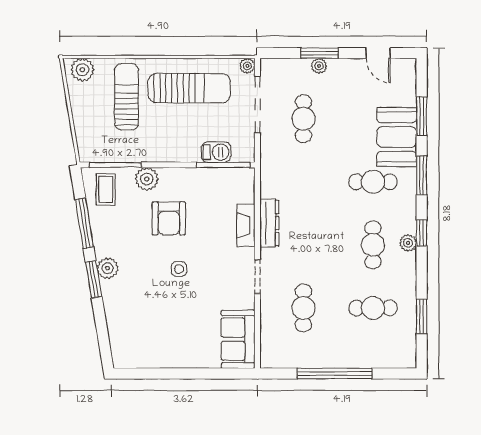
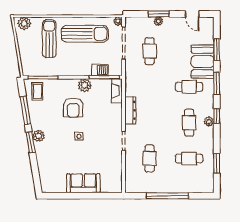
plant: (147, 179) -> (85, 85), moved
fireplace: (246, 225) -> (117, 91), moved
sofa: (238, 339) -> (83, 183), moved, turned 90

